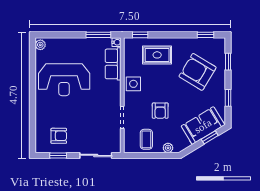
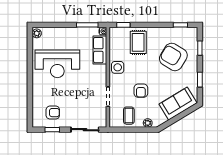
rug: (157, 55) -> (138, 42), turned 90
window: (210, 137) -> (184, 114), removed

